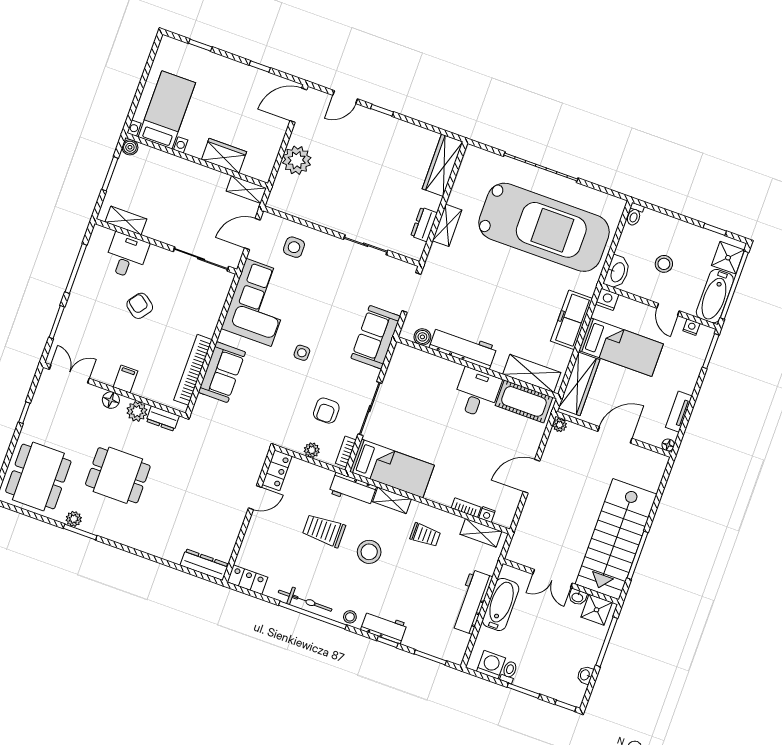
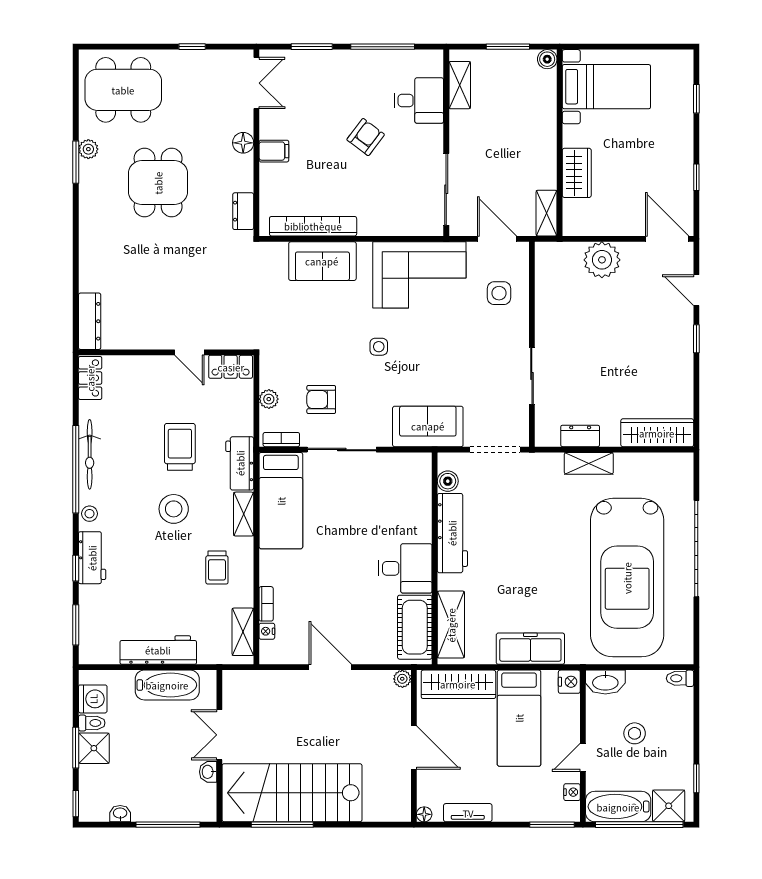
plant: (137, 411) -> (241, 178), removed
shower: (597, 610) -> (94, 748), moved

